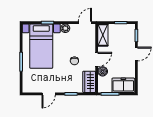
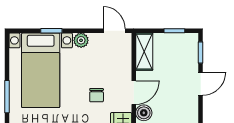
door: (85, 23) -> (114, 31), hinge flipped

